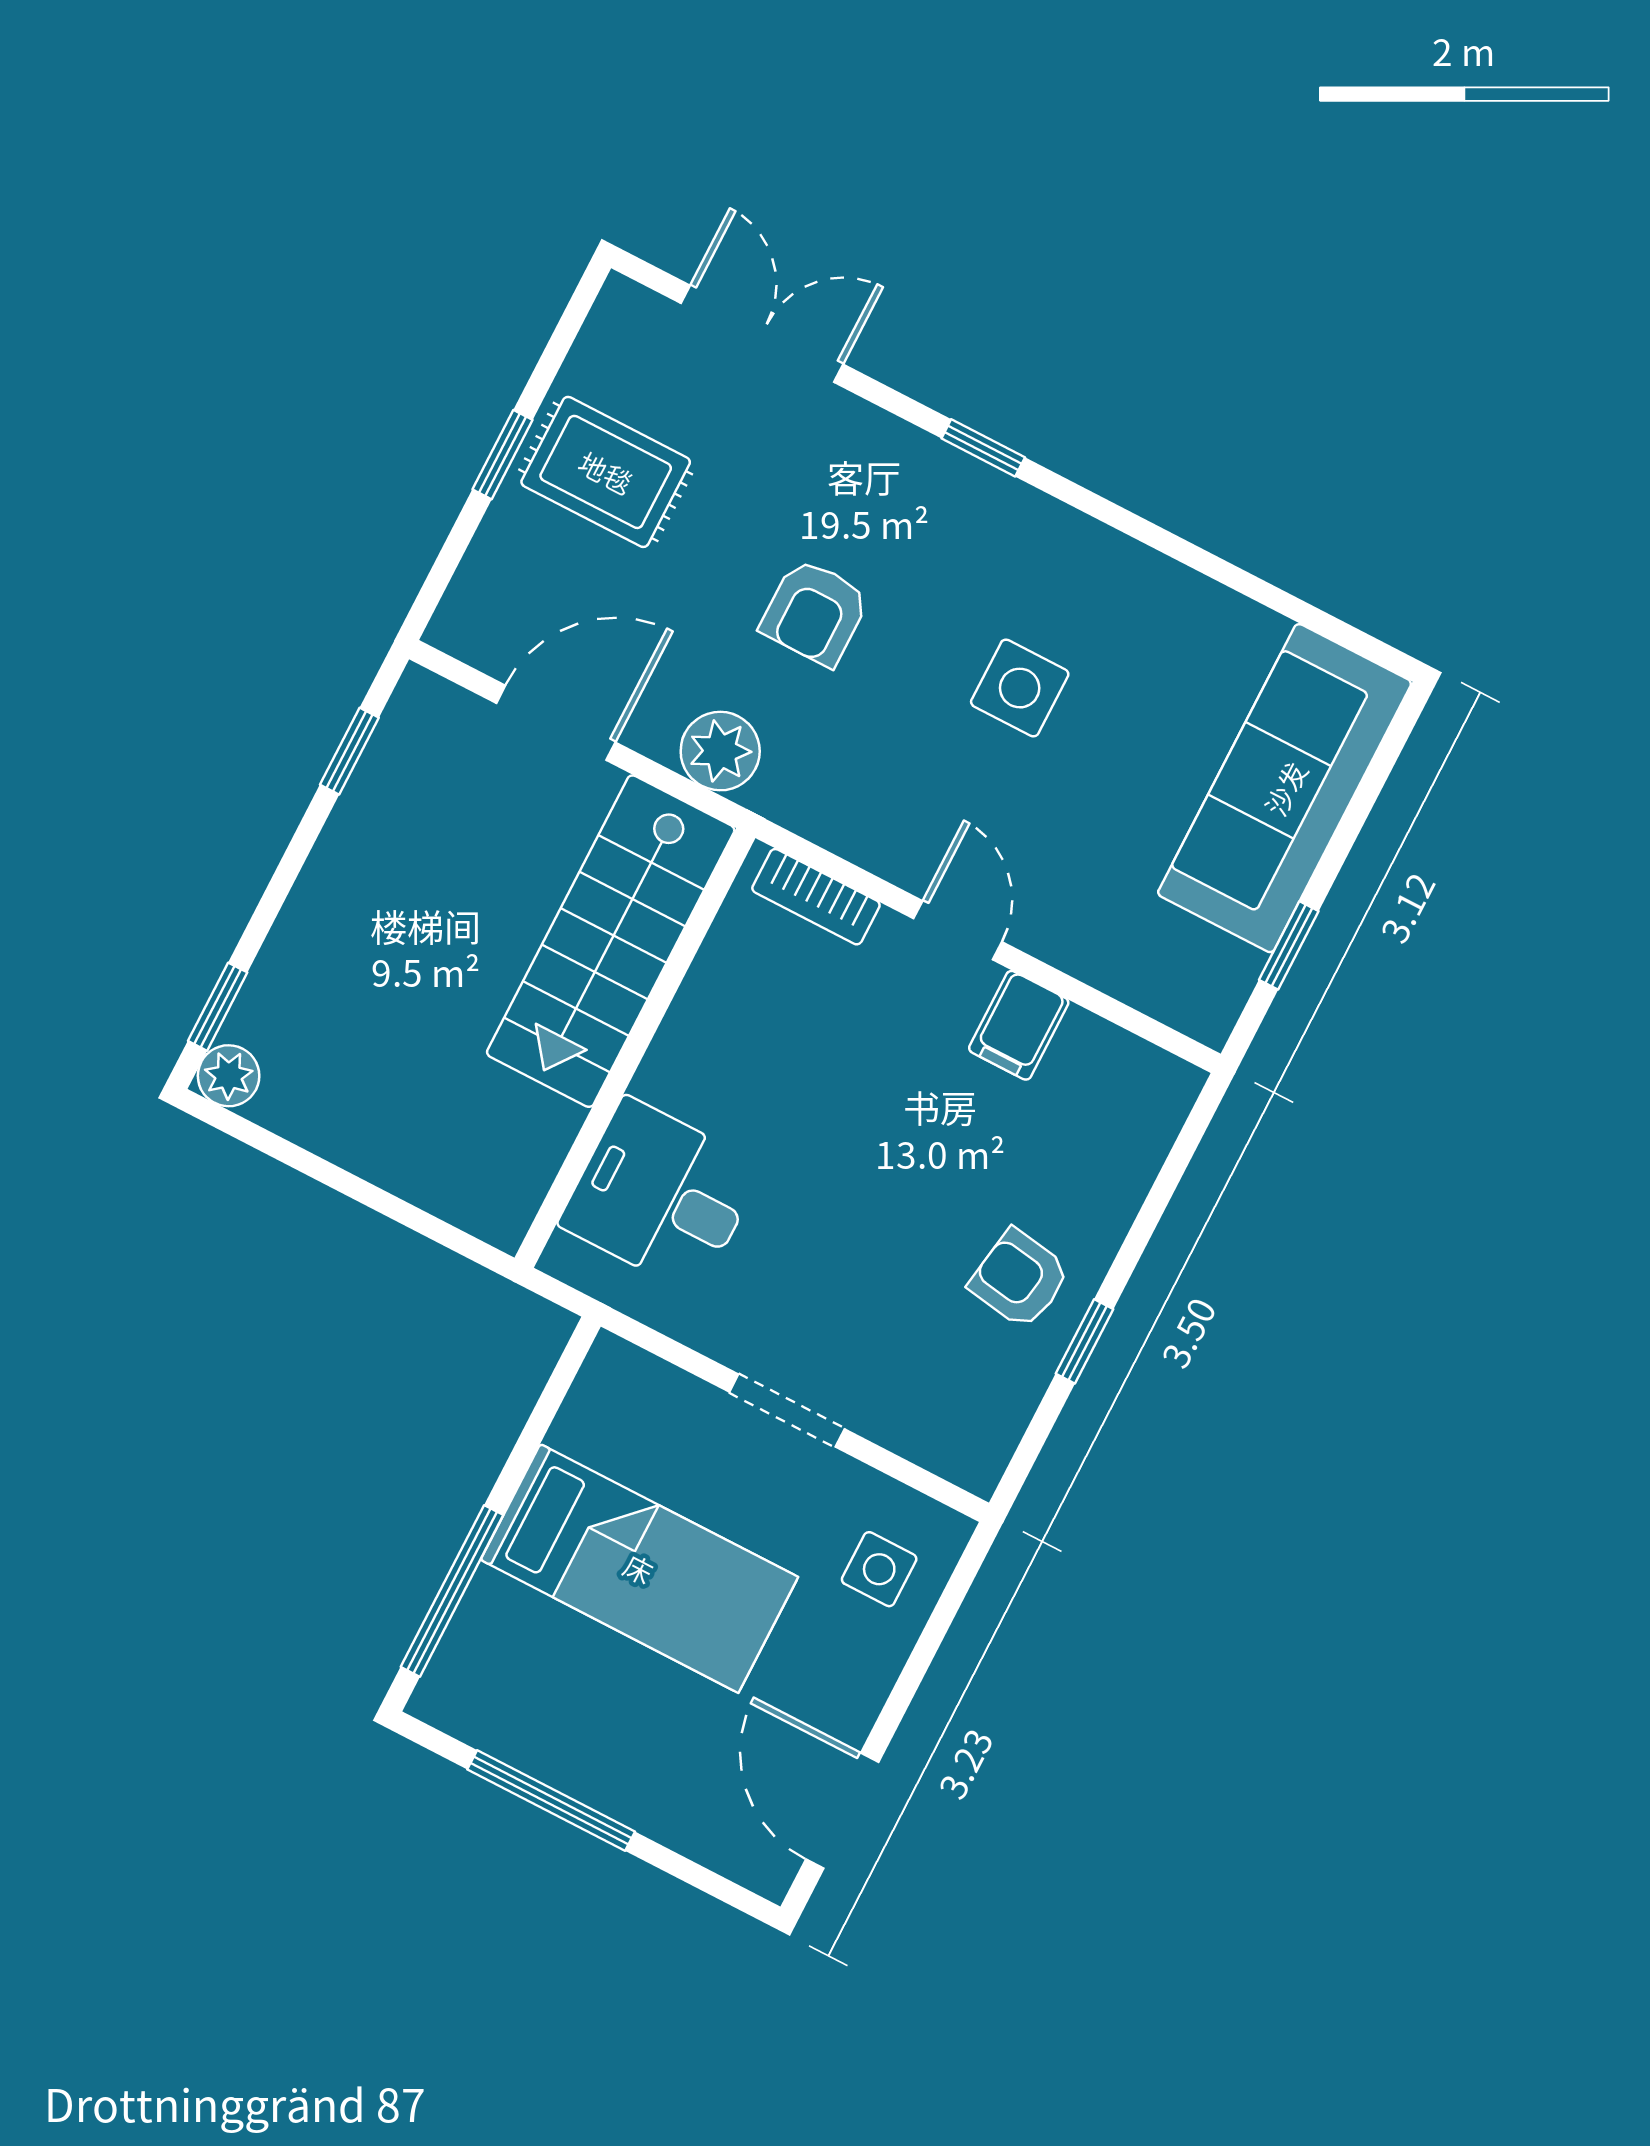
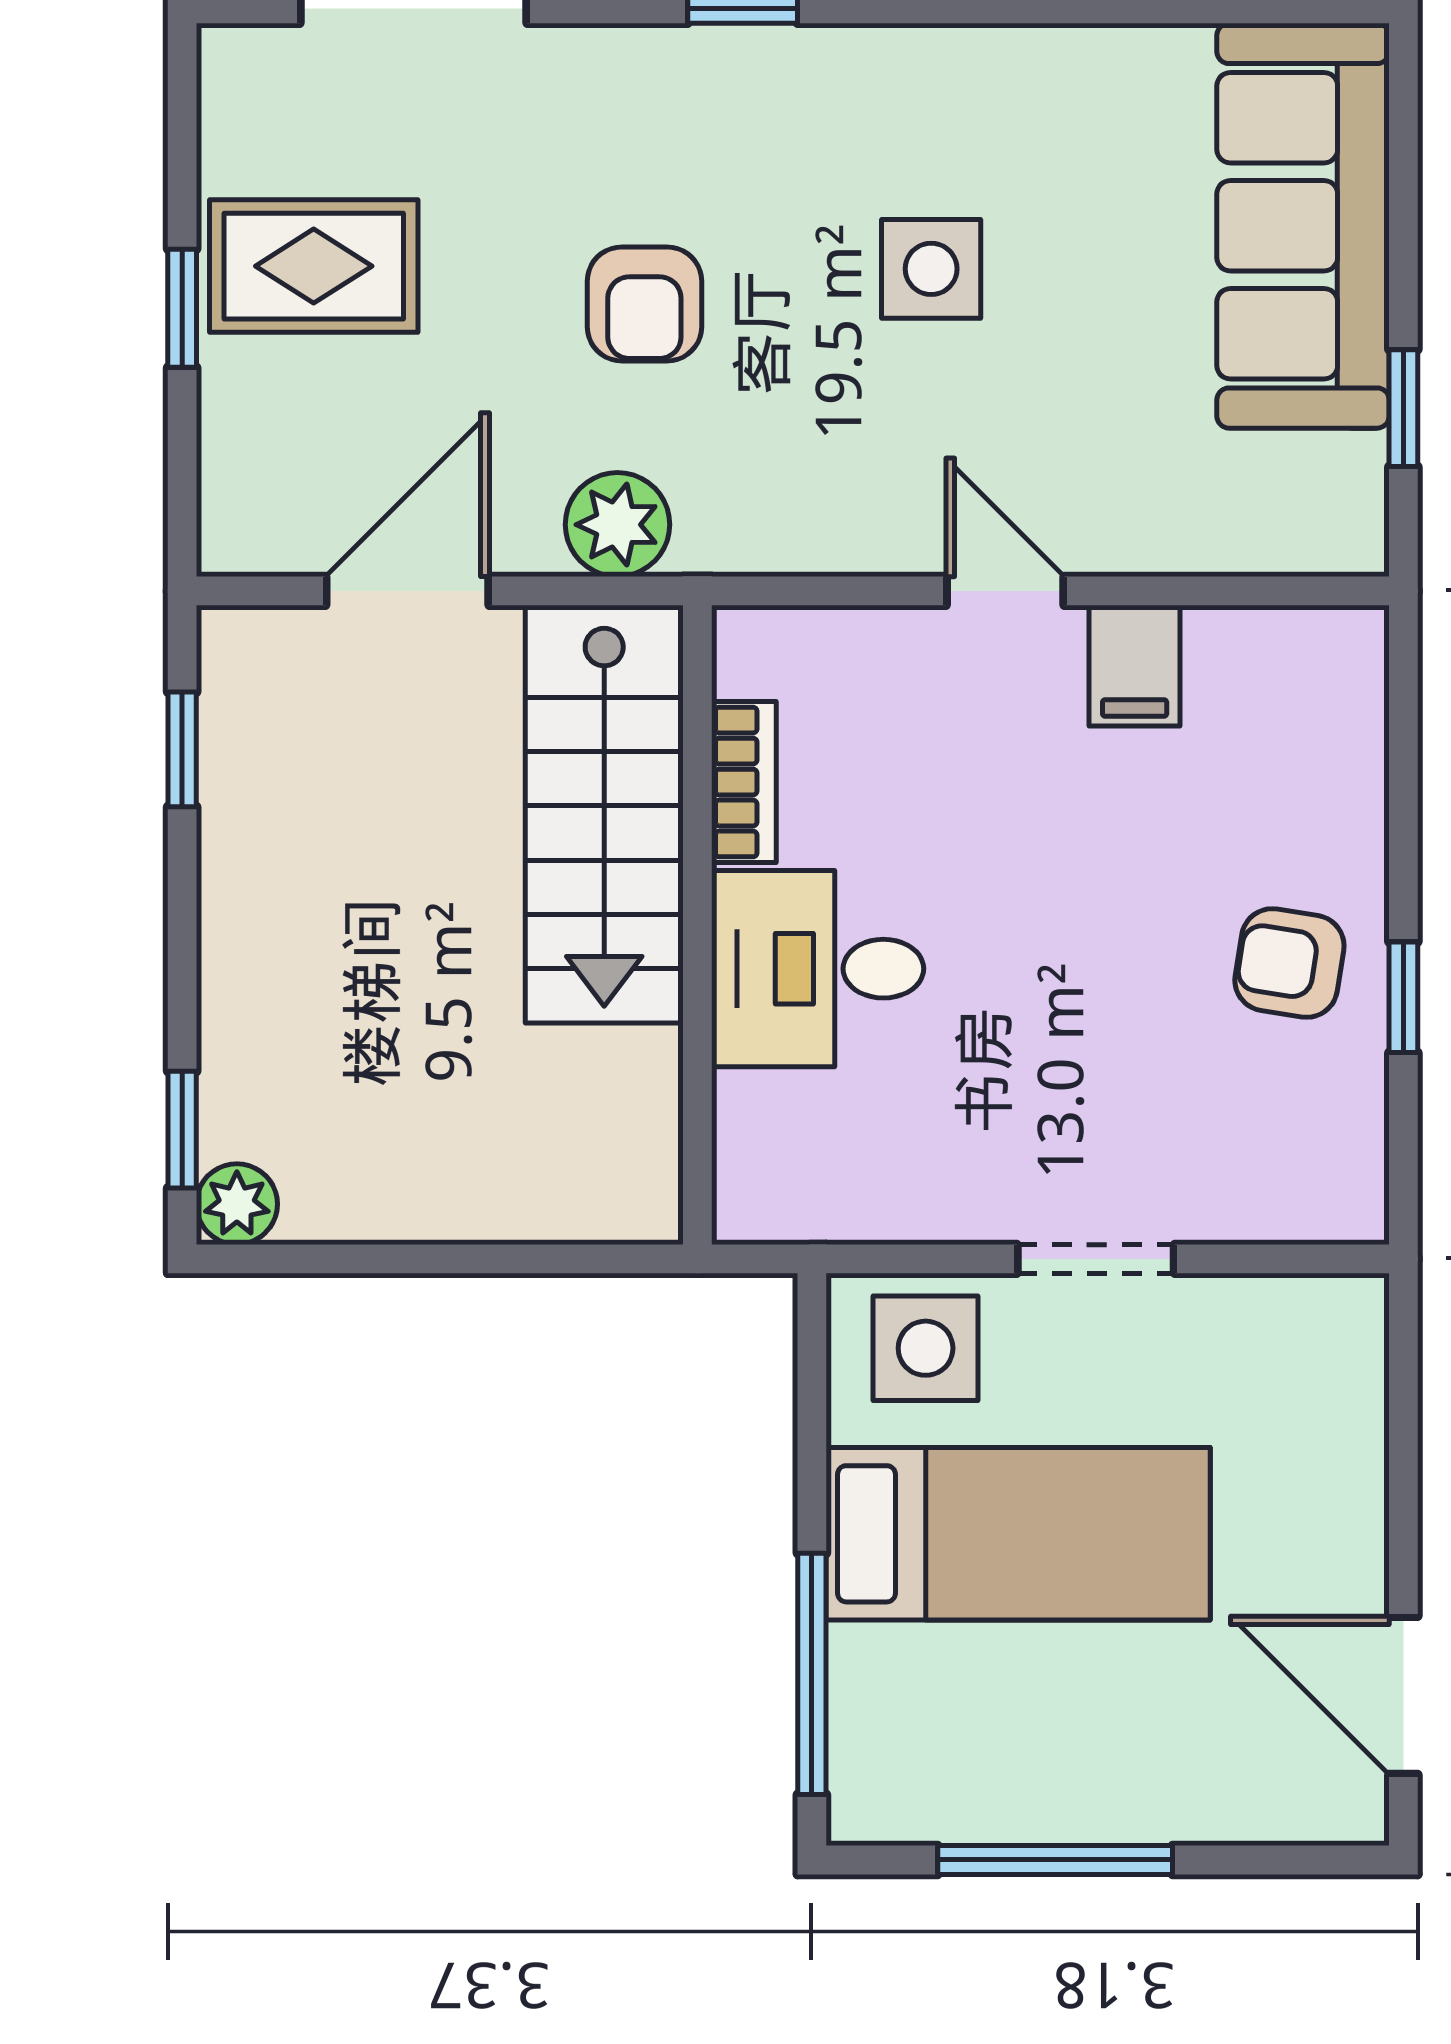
bookcase: (816, 897) -> (744, 782), moved, turned -90
desk: (661, 1196) -> (818, 969), moved
side table: (879, 1569) -> (926, 1348), moved, width x1.37, depth x1.37

